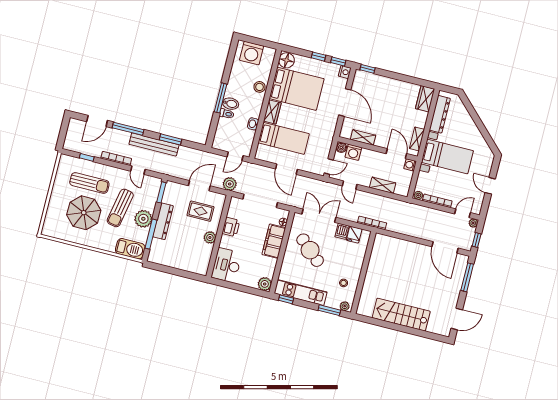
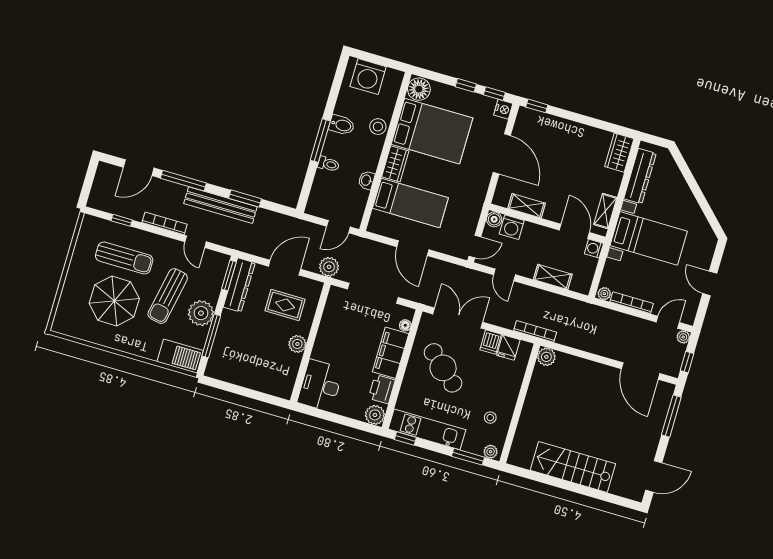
bidet: (231, 104) -> (342, 125), moved
dresser: (163, 221) -> (239, 285), moved
printer: (231, 227) -> (382, 389), moved, turned 180
plant: (380, 240) -> (546, 357), added

